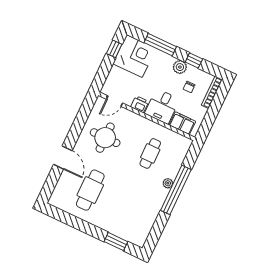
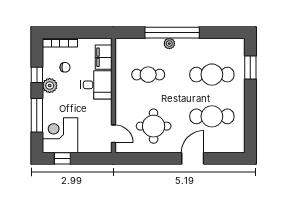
printer: (140, 104) -> (105, 108), removed
cafe table: (125, 207) -> (212, 75), added

